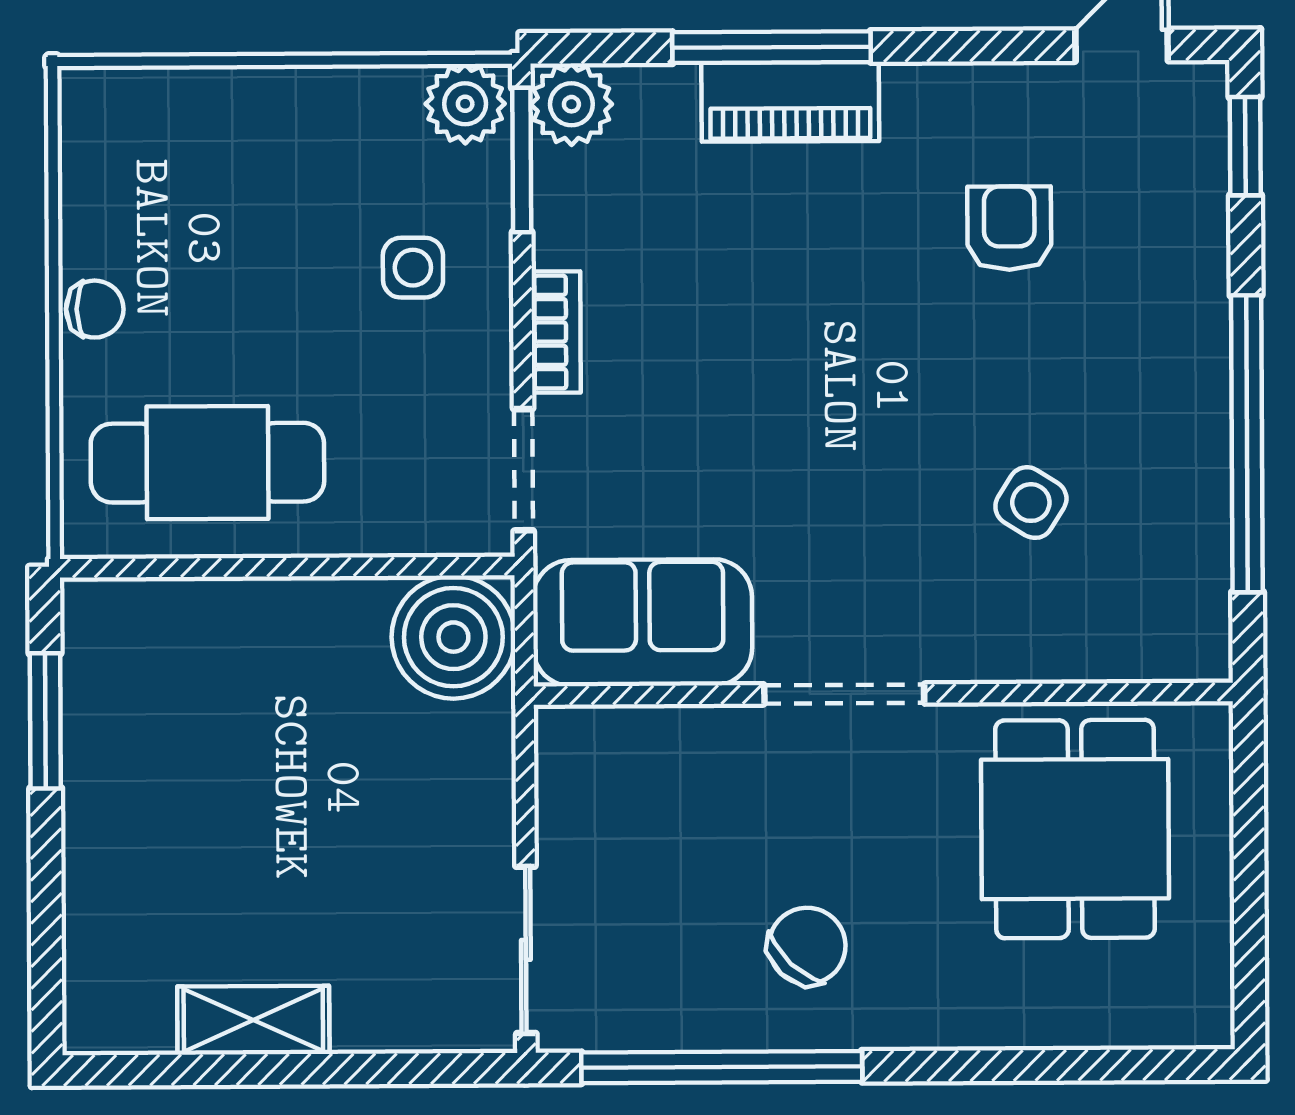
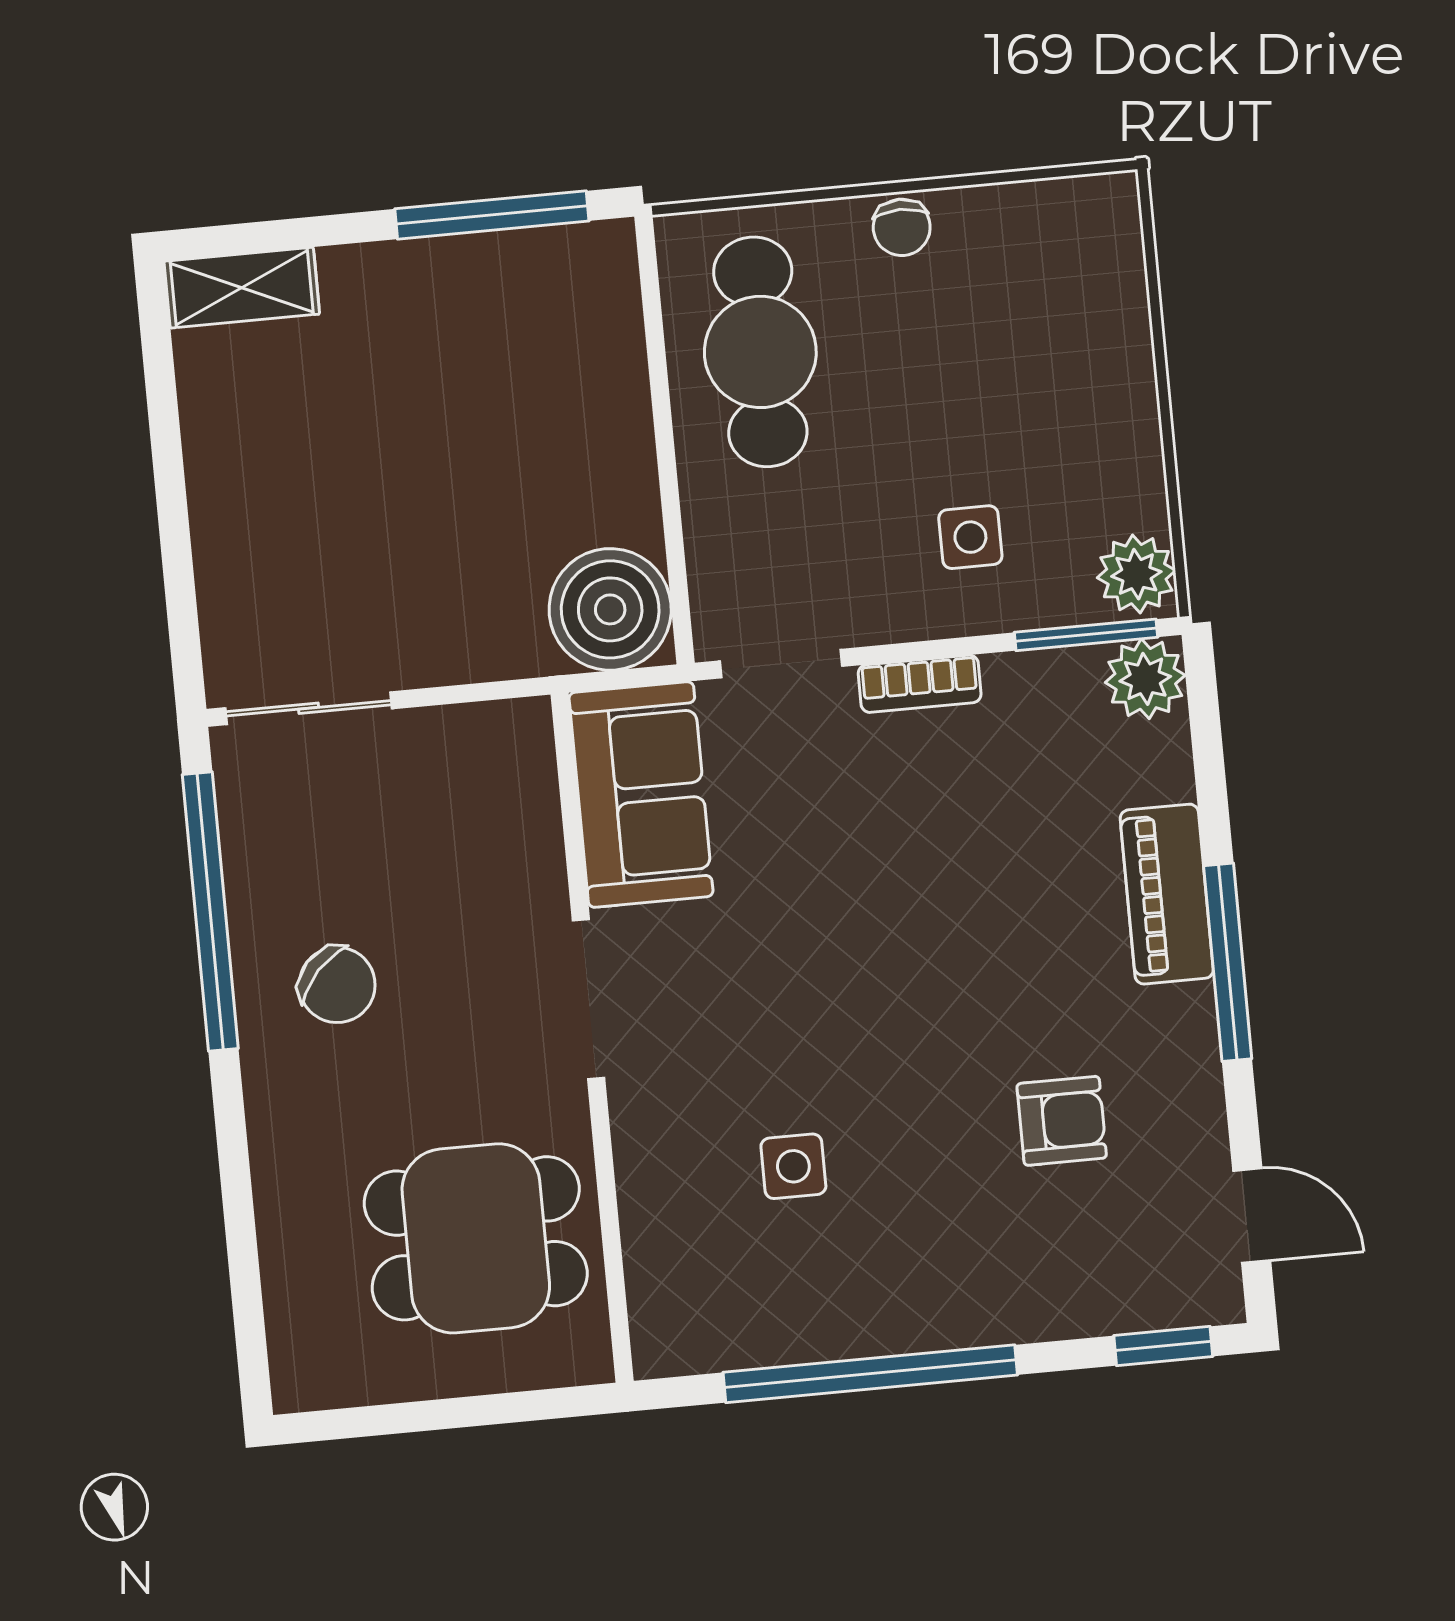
window: (771, 47) -> (1228, 962), moved
side table: (1031, 503) -> (793, 1166), turned -32
window: (45, 721) -> (492, 215), width x1.44
shelving: (253, 1020) -> (242, 288), moved, turned 90

